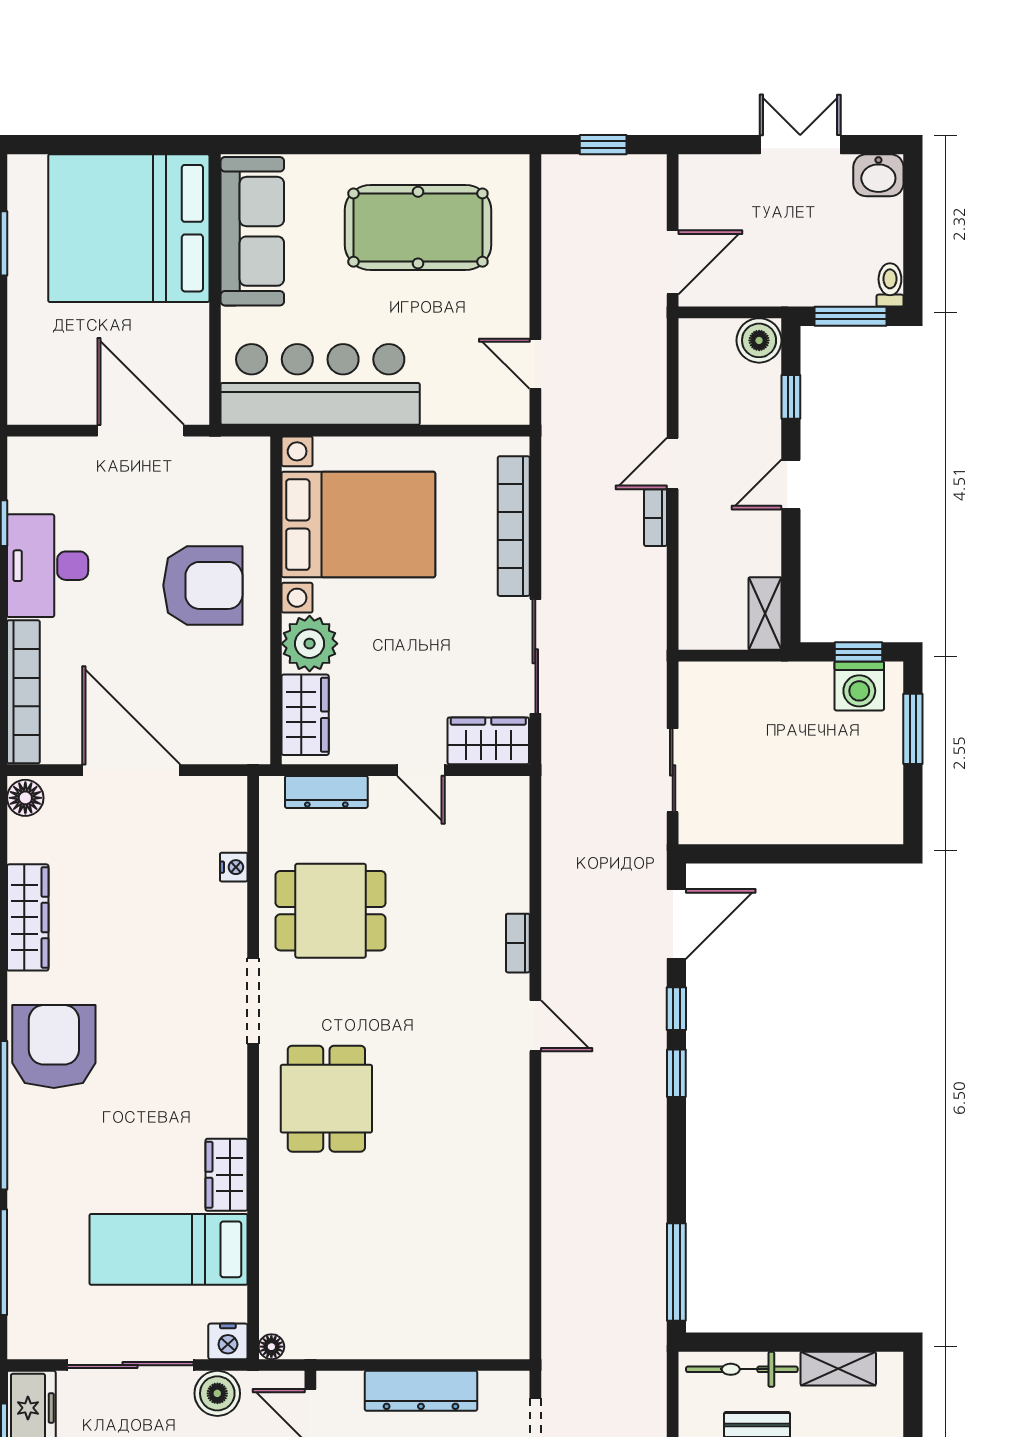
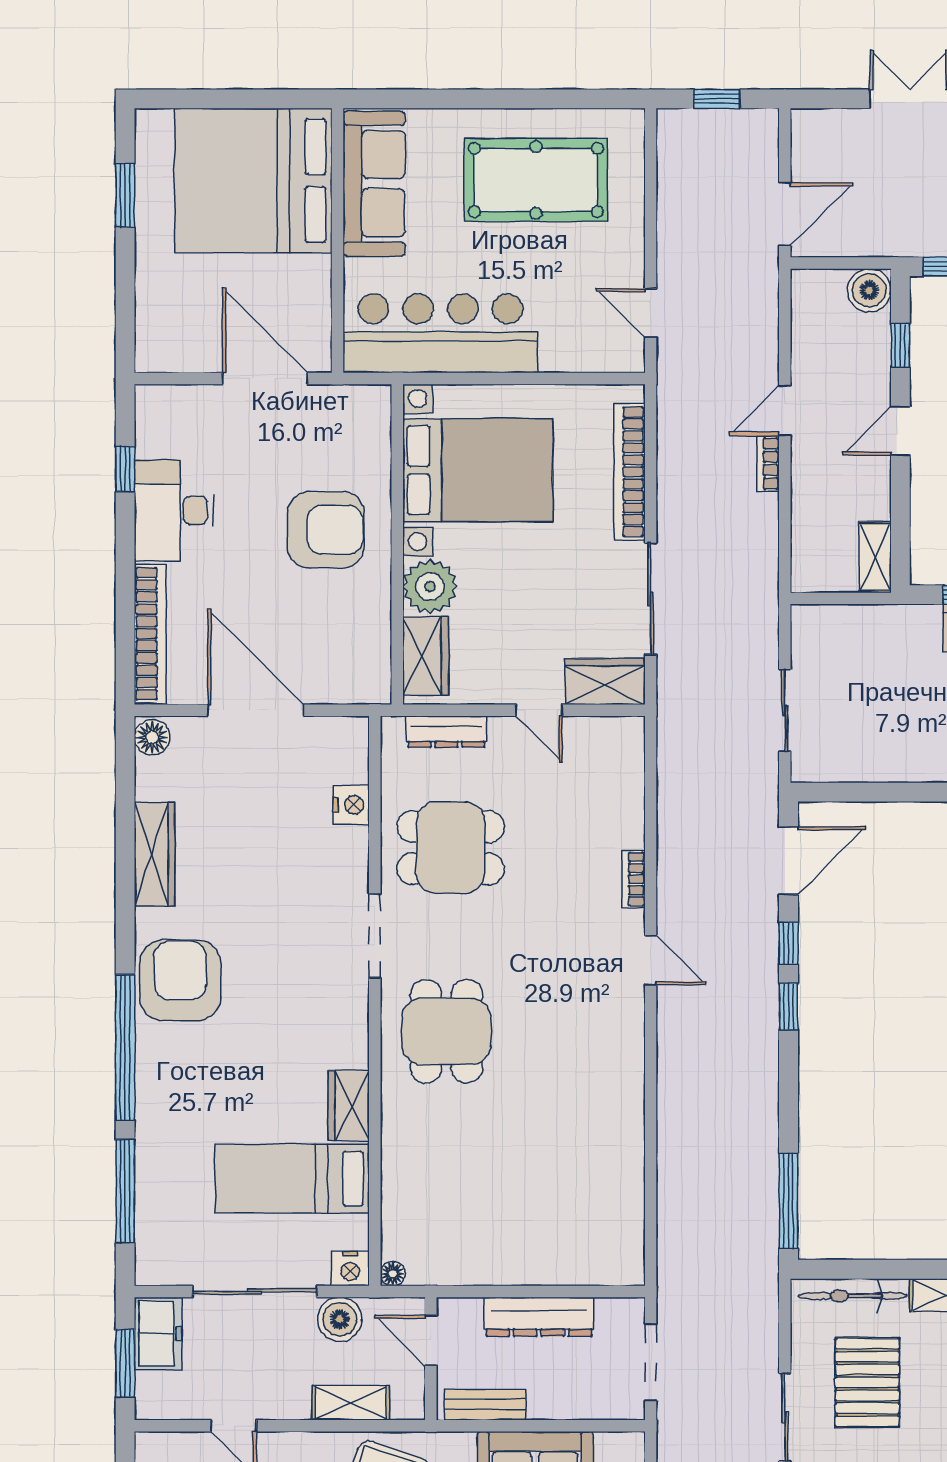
nightstand: (234, 867) -> (351, 805), width x1.39, depth x1.35

